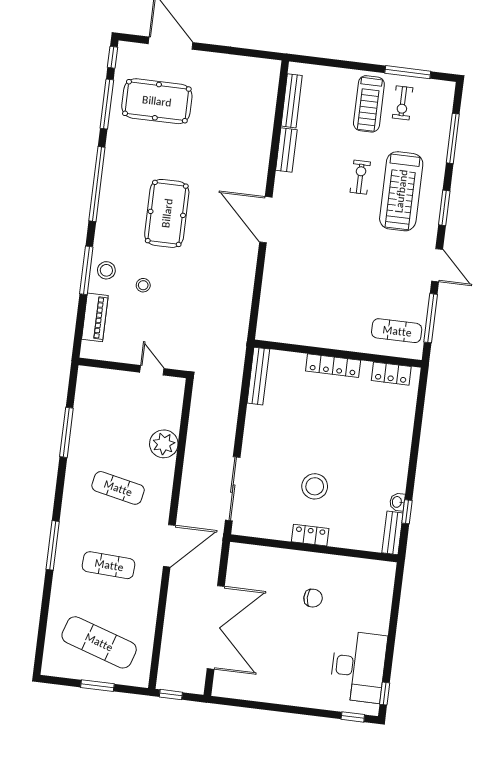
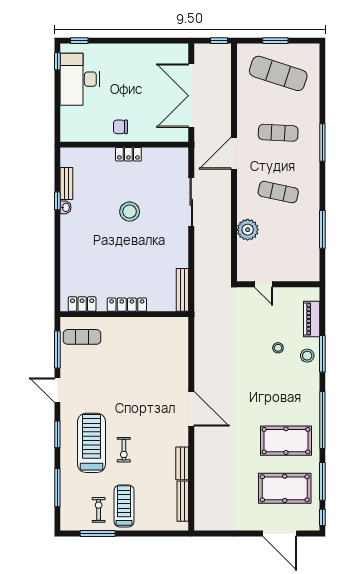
pool table: (167, 213) -> (286, 441), moved, turned 90
locker: (310, 535) -> (128, 154), moved
wall: (314, 548) -> (124, 145), moved

